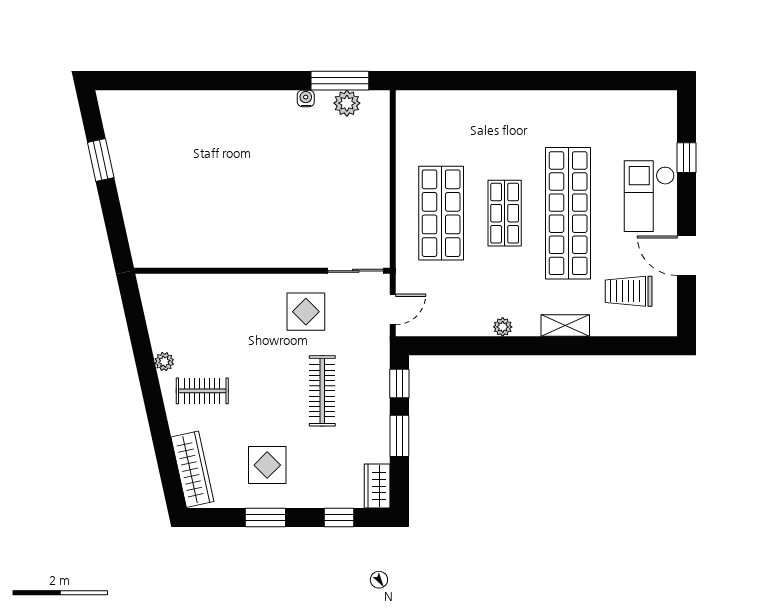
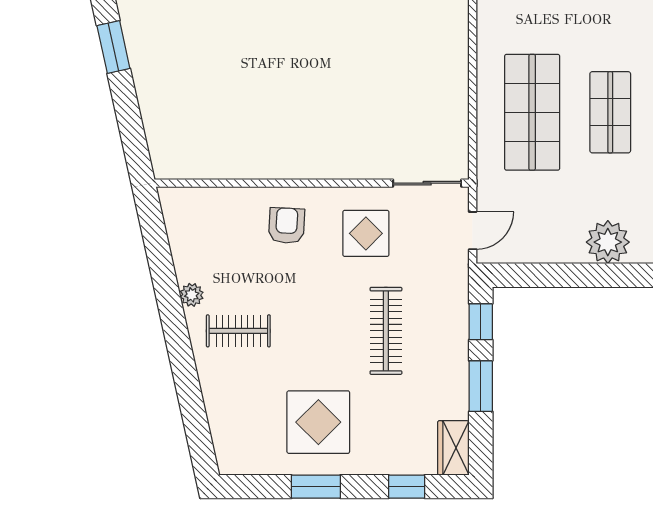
armchair: (241, 305) -> (287, 226), added
plant: (503, 327) -> (608, 242), width x1.88, depth x1.88
display table: (267, 465) -> (318, 422), width x1.36, depth x1.36
wardrobe: (192, 469) -> (226, 427), removed

